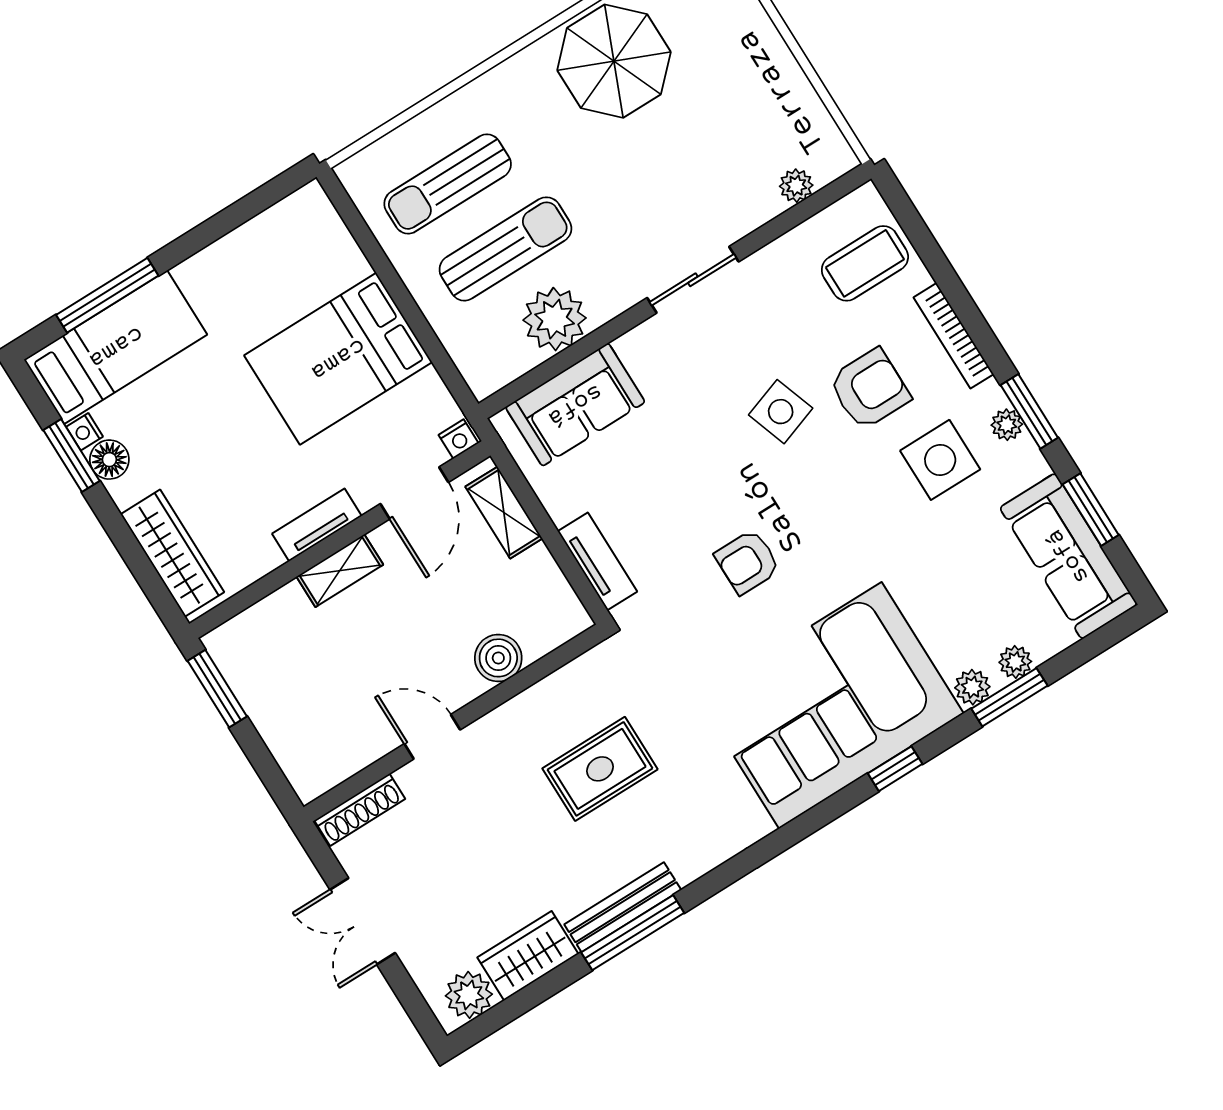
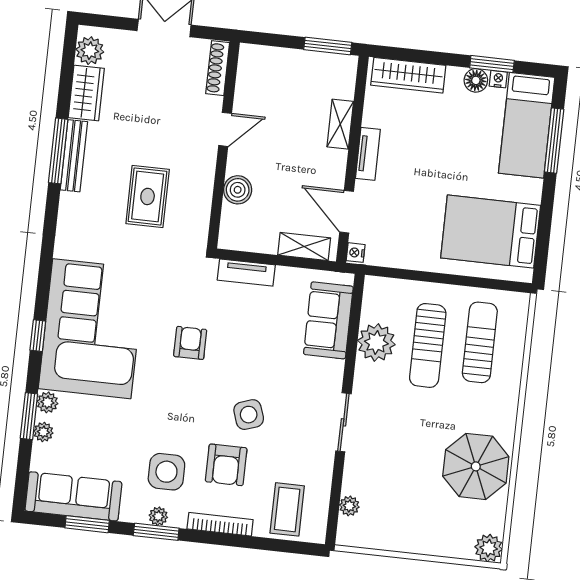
bed: (338, 359) -> (491, 232), moved, turned -90
shelving: (340, 571) -> (340, 124), moved

